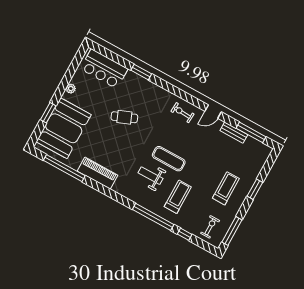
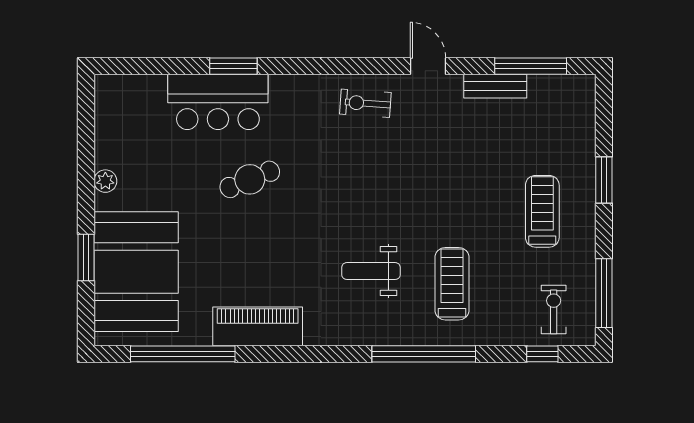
bar counter: (104, 69) -> (218, 102), moved
door: (213, 112) -> (428, 66), swing flipped
exercise mat: (169, 159) -> (389, 215), removed
window: (185, 234) -> (542, 354), moved

